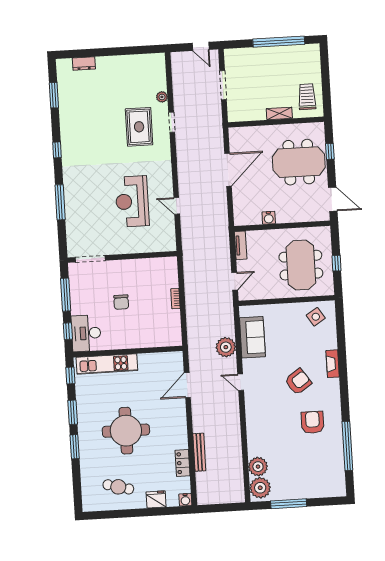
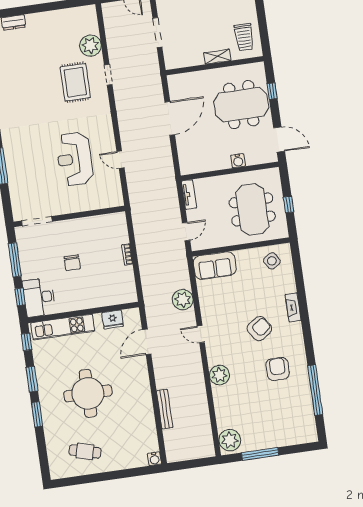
plant: (162, 97) -> (90, 46), width x1.88, depth x1.88
trolley: (307, 97) -> (244, 37), turned 180
water cooler: (269, 218) -> (238, 161), moved
sofa: (252, 337) -> (215, 266), moved, turned 90
locker: (183, 463) -> (148, 422), removed
plant: (258, 467) -> (219, 375), moved
fridge: (156, 499) -> (113, 319), moved, turned 180

